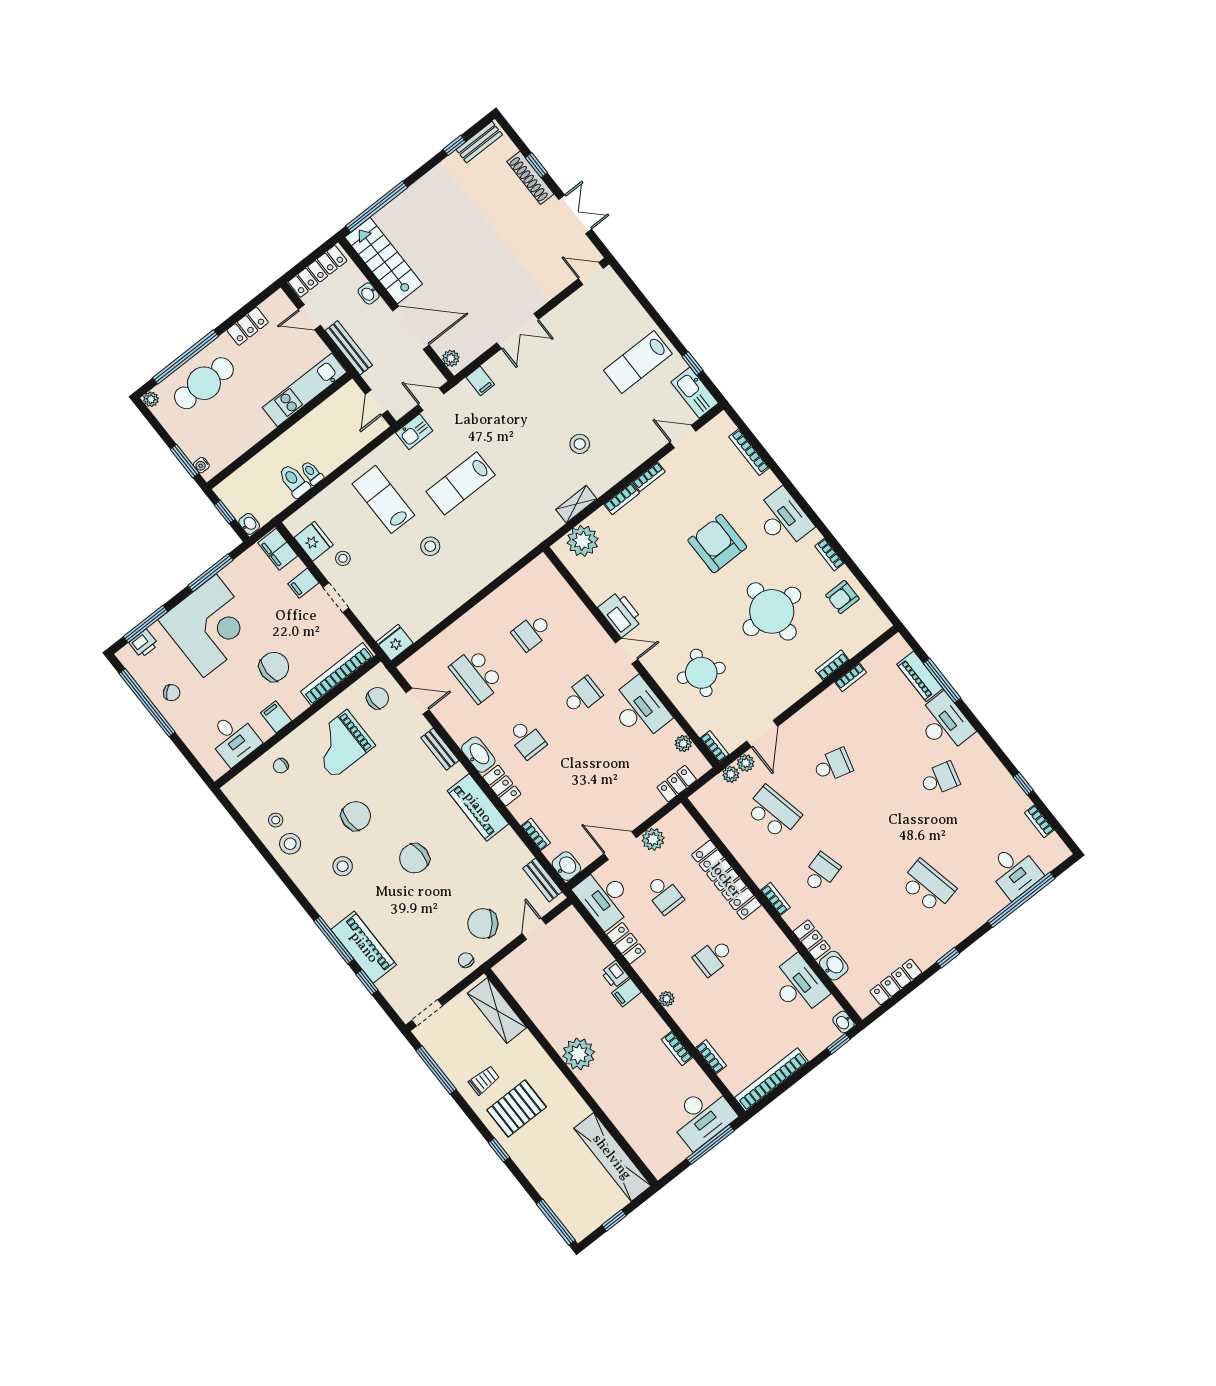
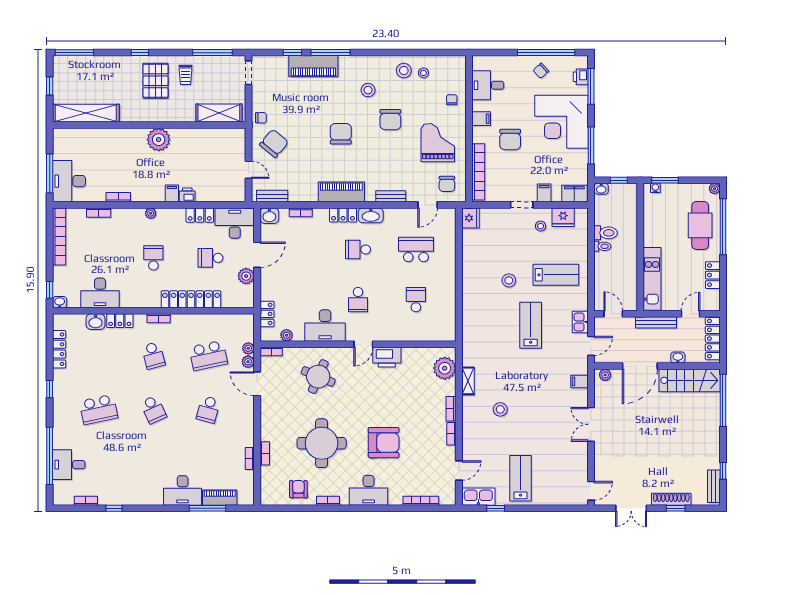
school desk: (940, 779) -> (153, 410), moved, turned -39

